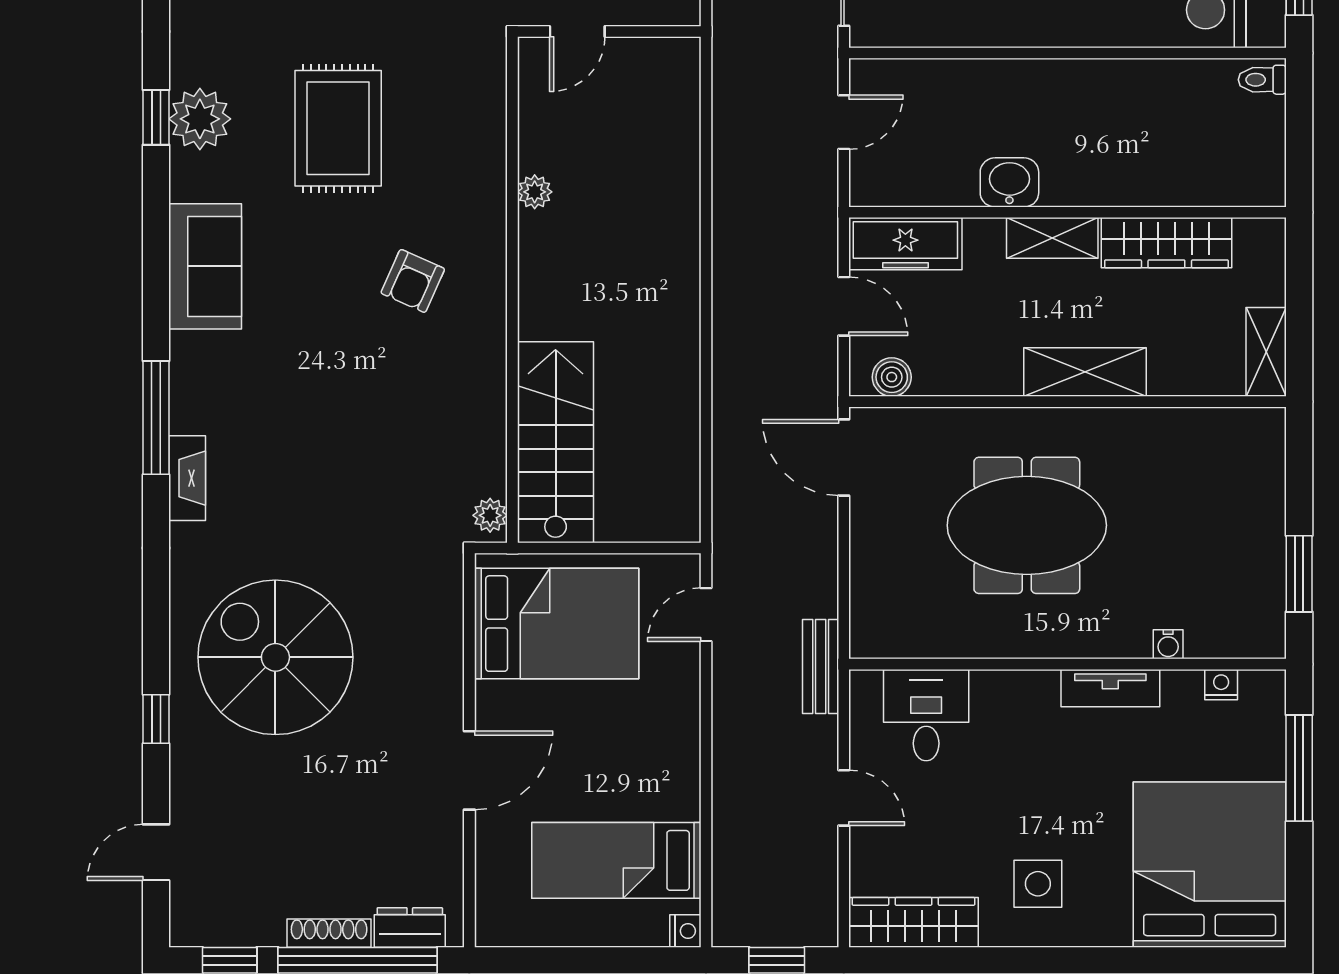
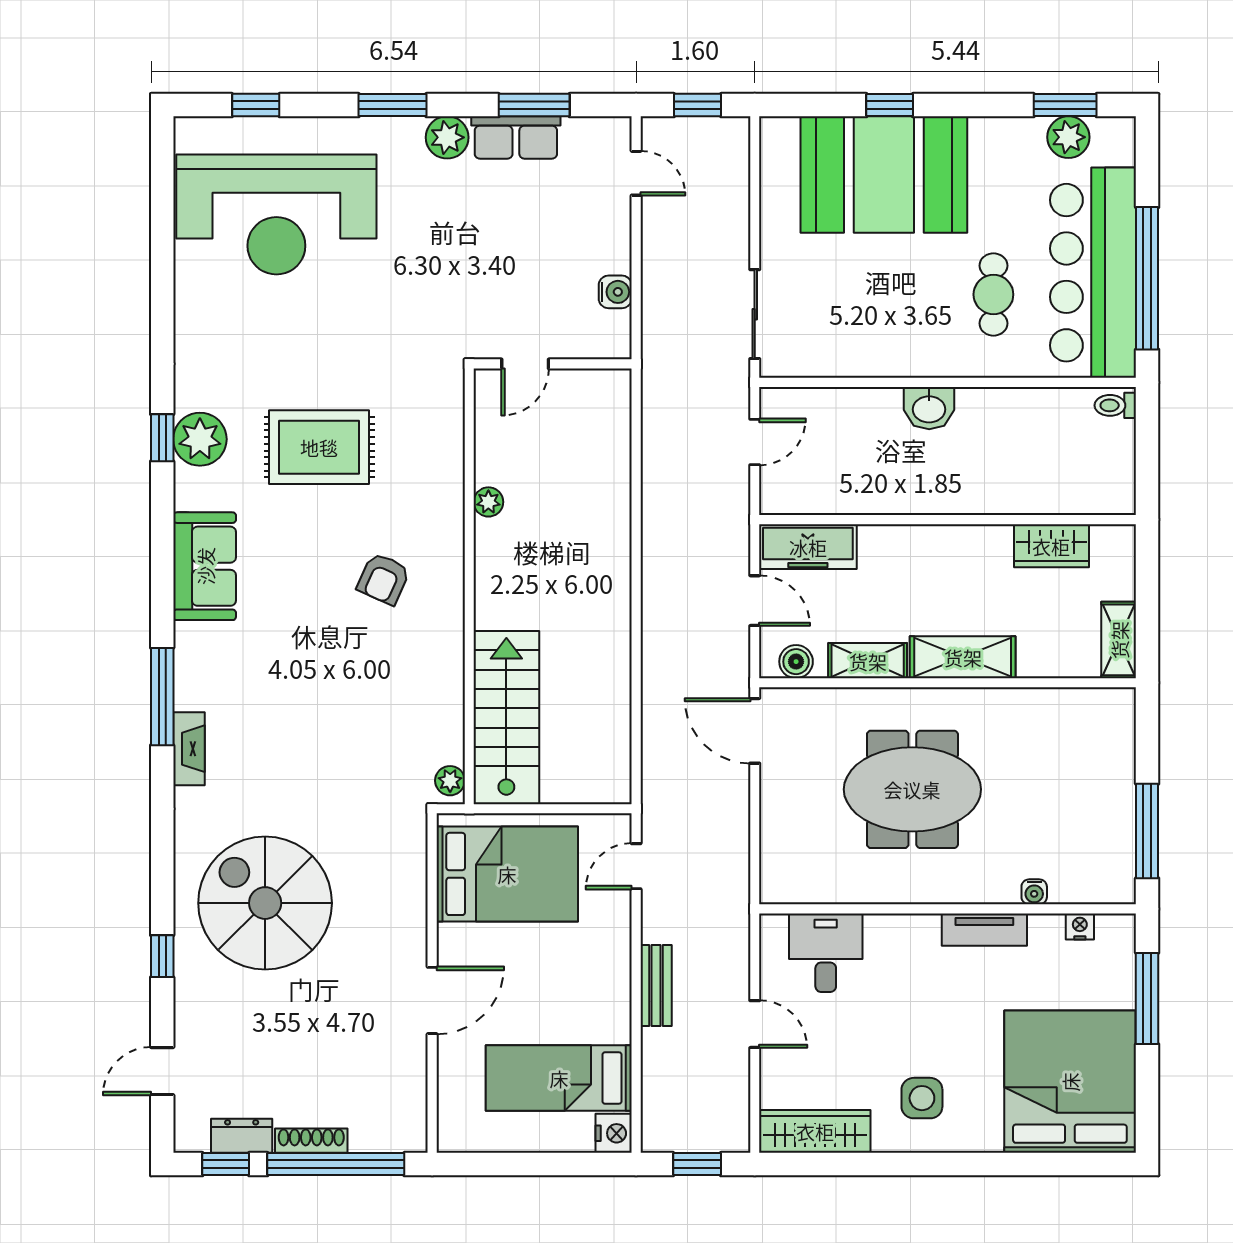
rug: (338, 128) -> (319, 447), turned 90
washbasin: (1009, 182) -> (929, 408), moved, turned 180
shelving: (1052, 238) -> (868, 661), moved
wardrobe: (1166, 243) -> (1051, 546), width x0.67
window: (1299, 574) -> (1147, 831), width x1.44
bench: (821, 667) -> (656, 986), moved
dresser: (410, 927) -> (242, 1136), moved
nightstand: (685, 931) -> (614, 1133), width x1.39, depth x1.35

